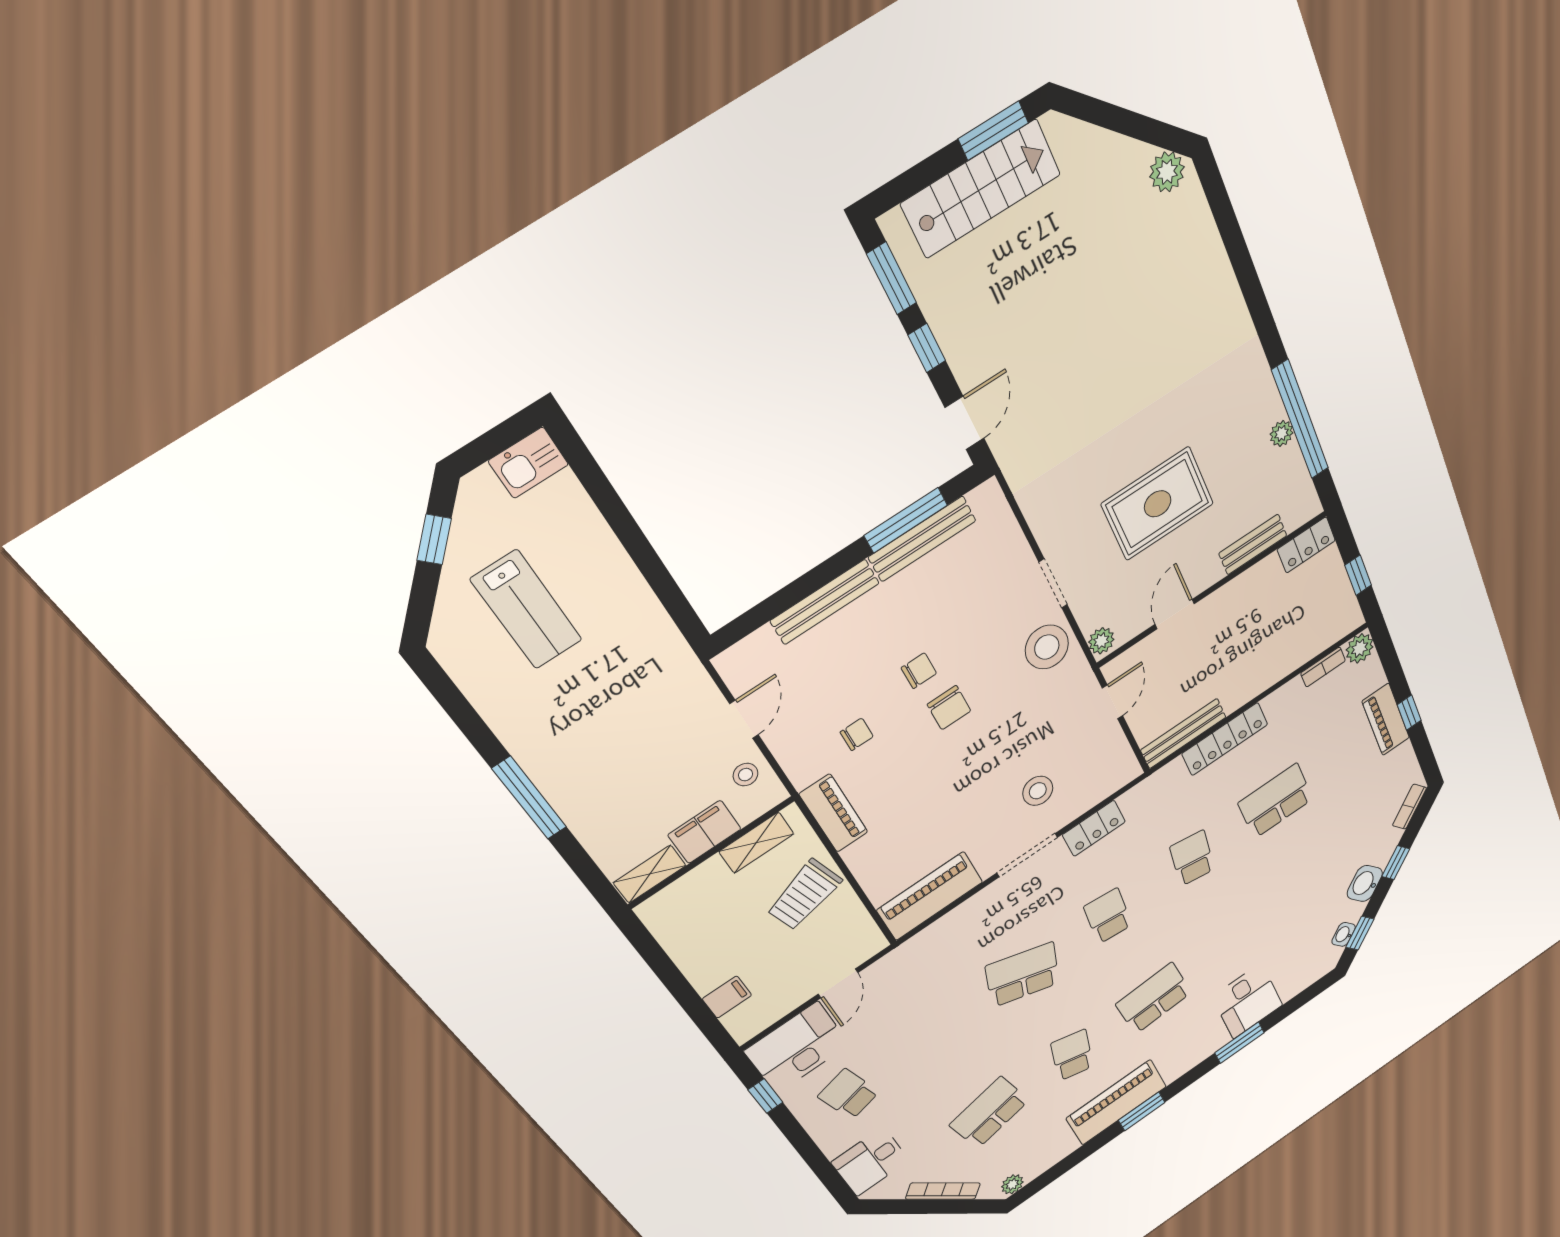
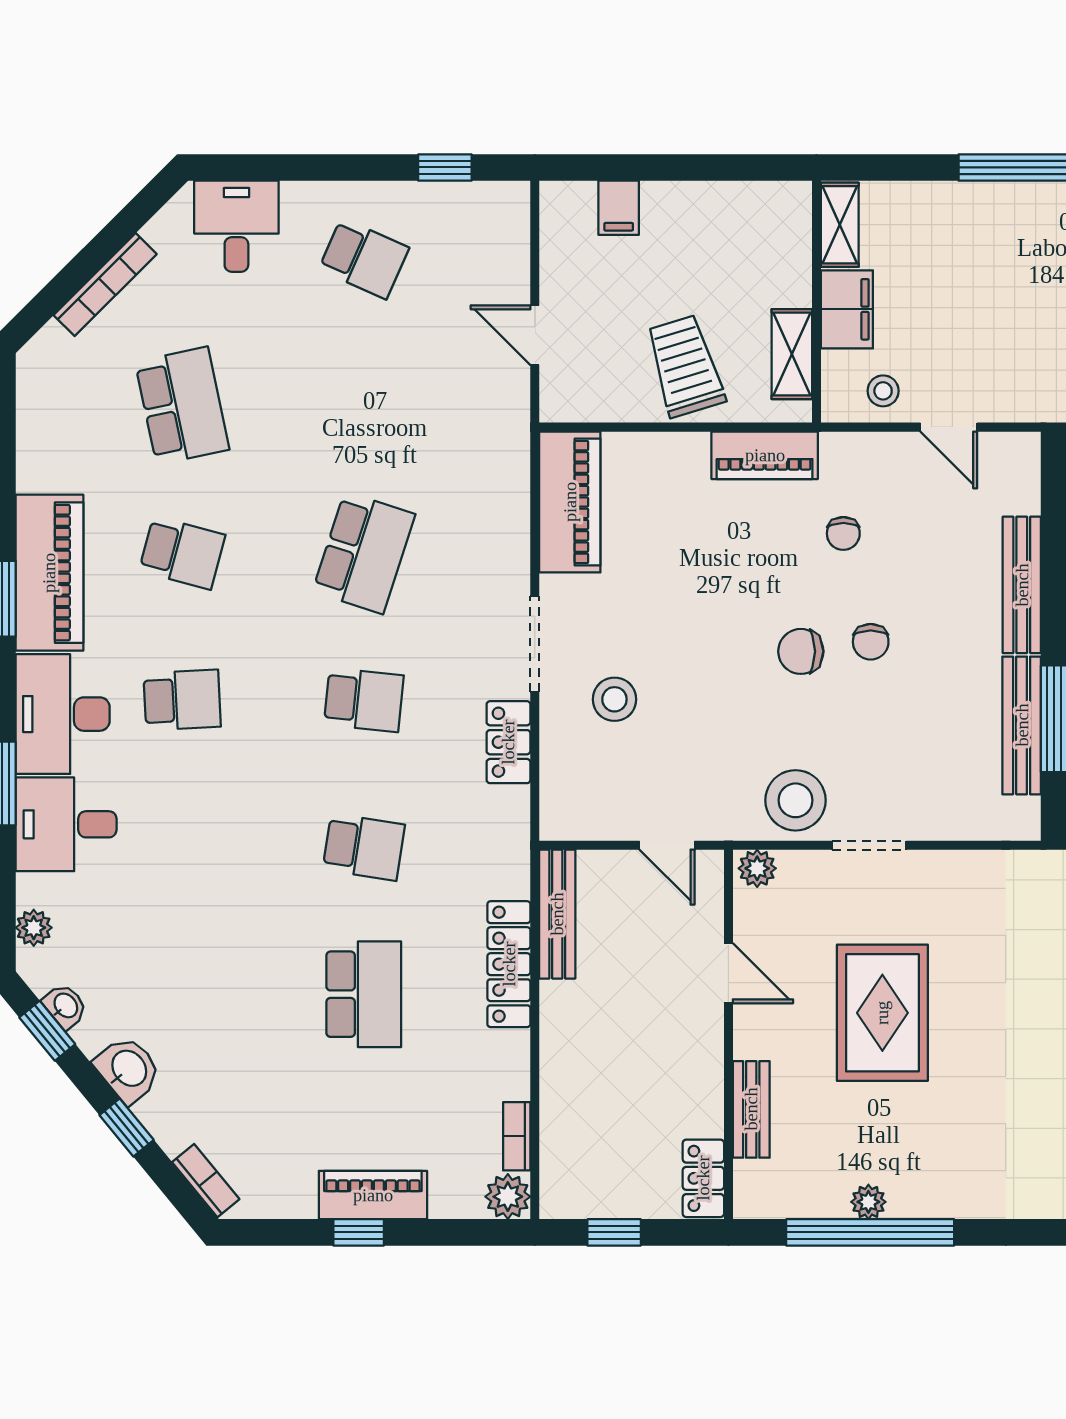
school desk: (1154, 998) -> (182, 700), width x0.54
desk: (797, 1048) -> (63, 714), moved, turned 180
school desk: (849, 1094) -> (364, 259), turned 39
plant: (1012, 1184) -> (34, 928), moved

